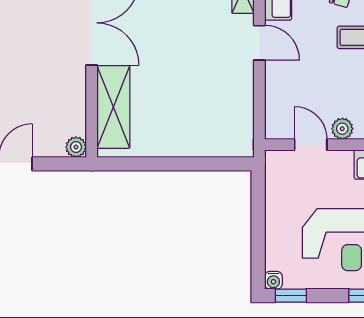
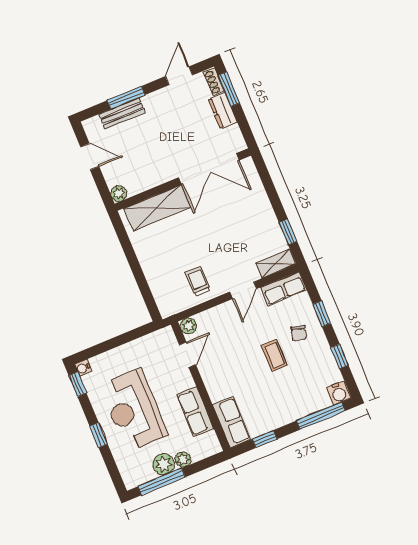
trolley: (225, 94) -> (198, 281), added
plant: (342, 129) -> (188, 326), moved

